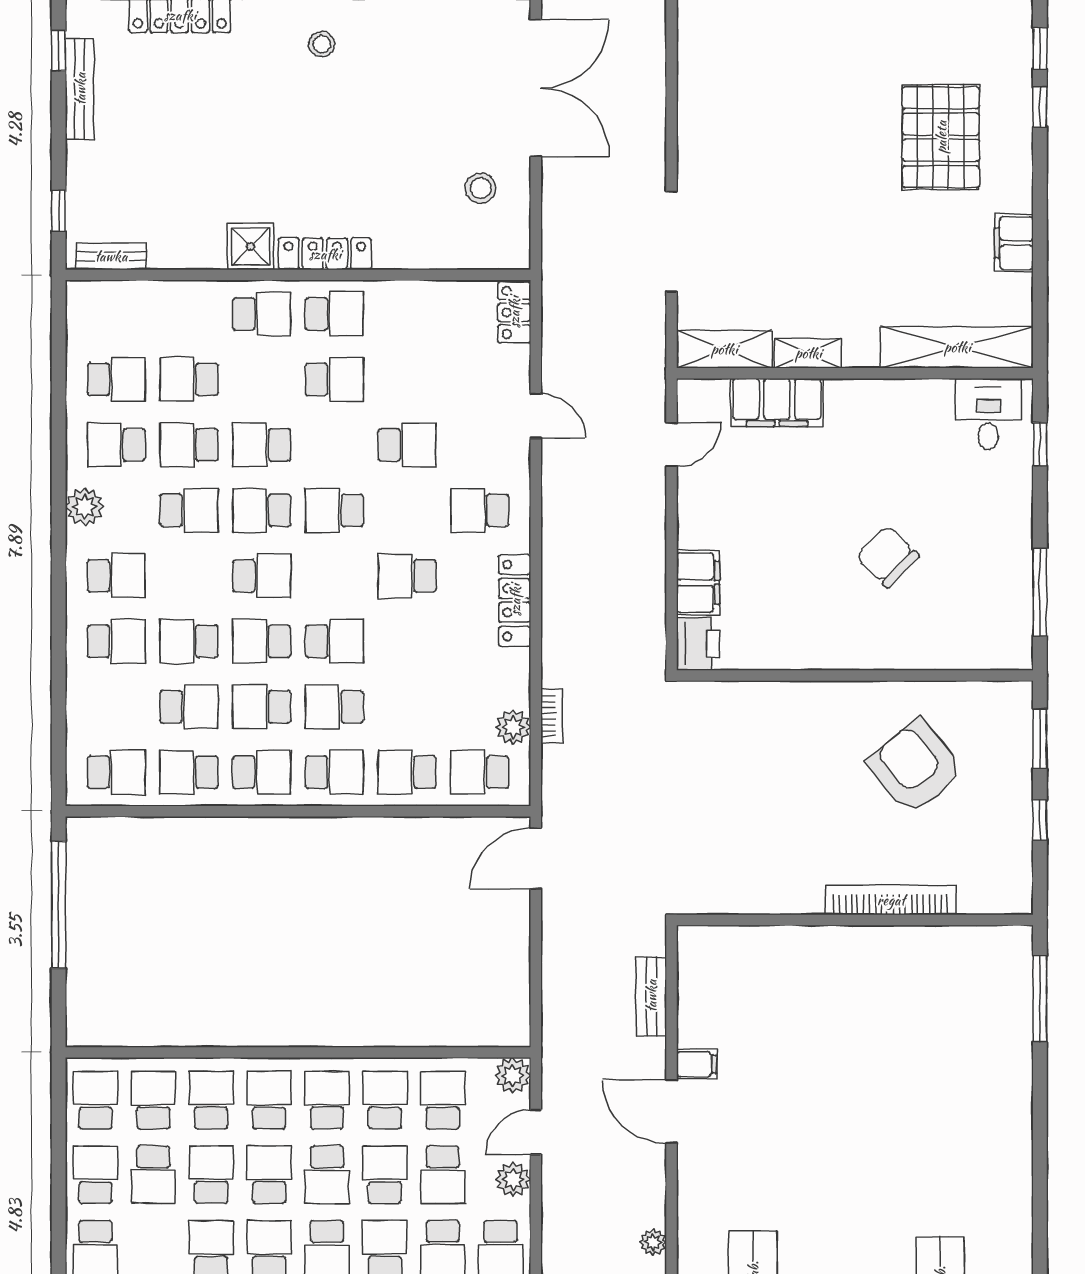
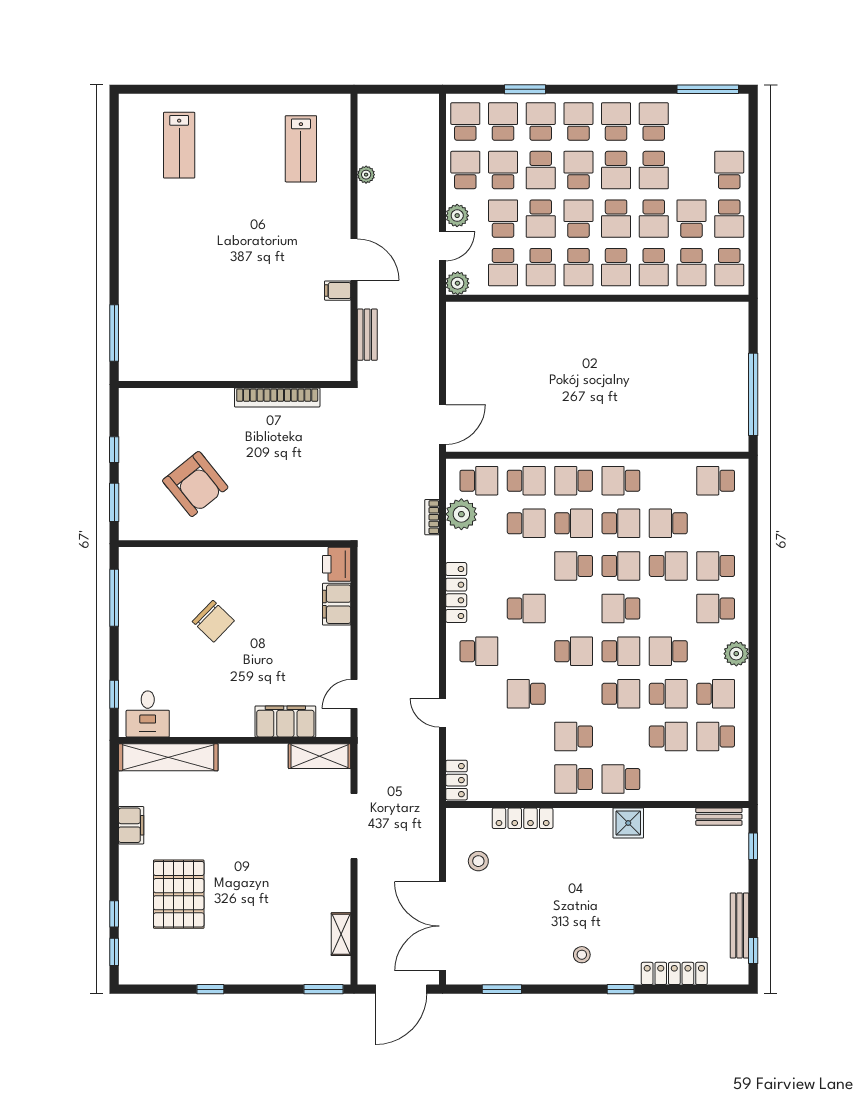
locker: (325, 254) -> (523, 818), moved
shelving: (808, 353) -> (341, 934), moved, turned 90
plant: (513, 727) -> (461, 514), width x1.36, depth x1.36
school desk: (189, 772) -> (526, 523), moved
bookcase: (891, 900) -> (277, 397), moved

